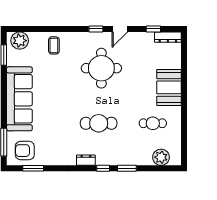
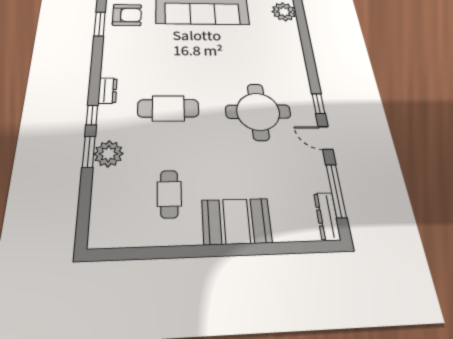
window: (153, 29) -> (336, 191), width x2.17
coffee table: (54, 45) -> (284, 50), removed
cafe table: (99, 123) -> (168, 108), turned 90
armchair: (25, 151) -> (127, 15), turned 90
plant: (161, 157) -> (109, 154), moved

